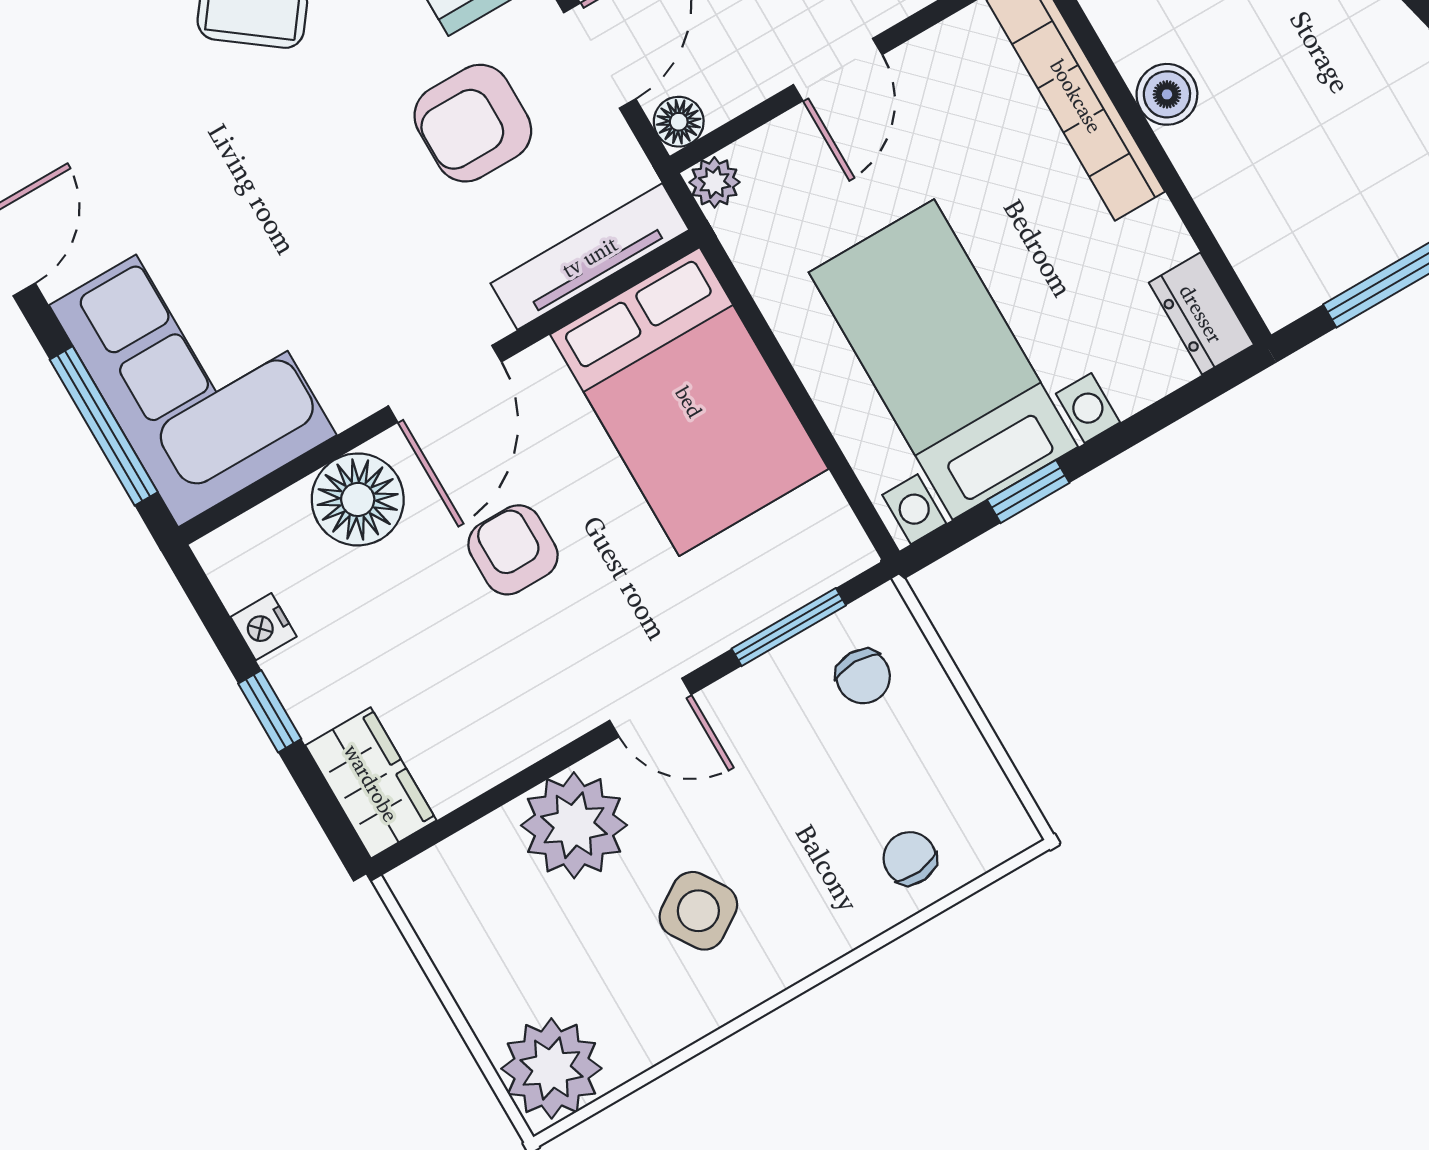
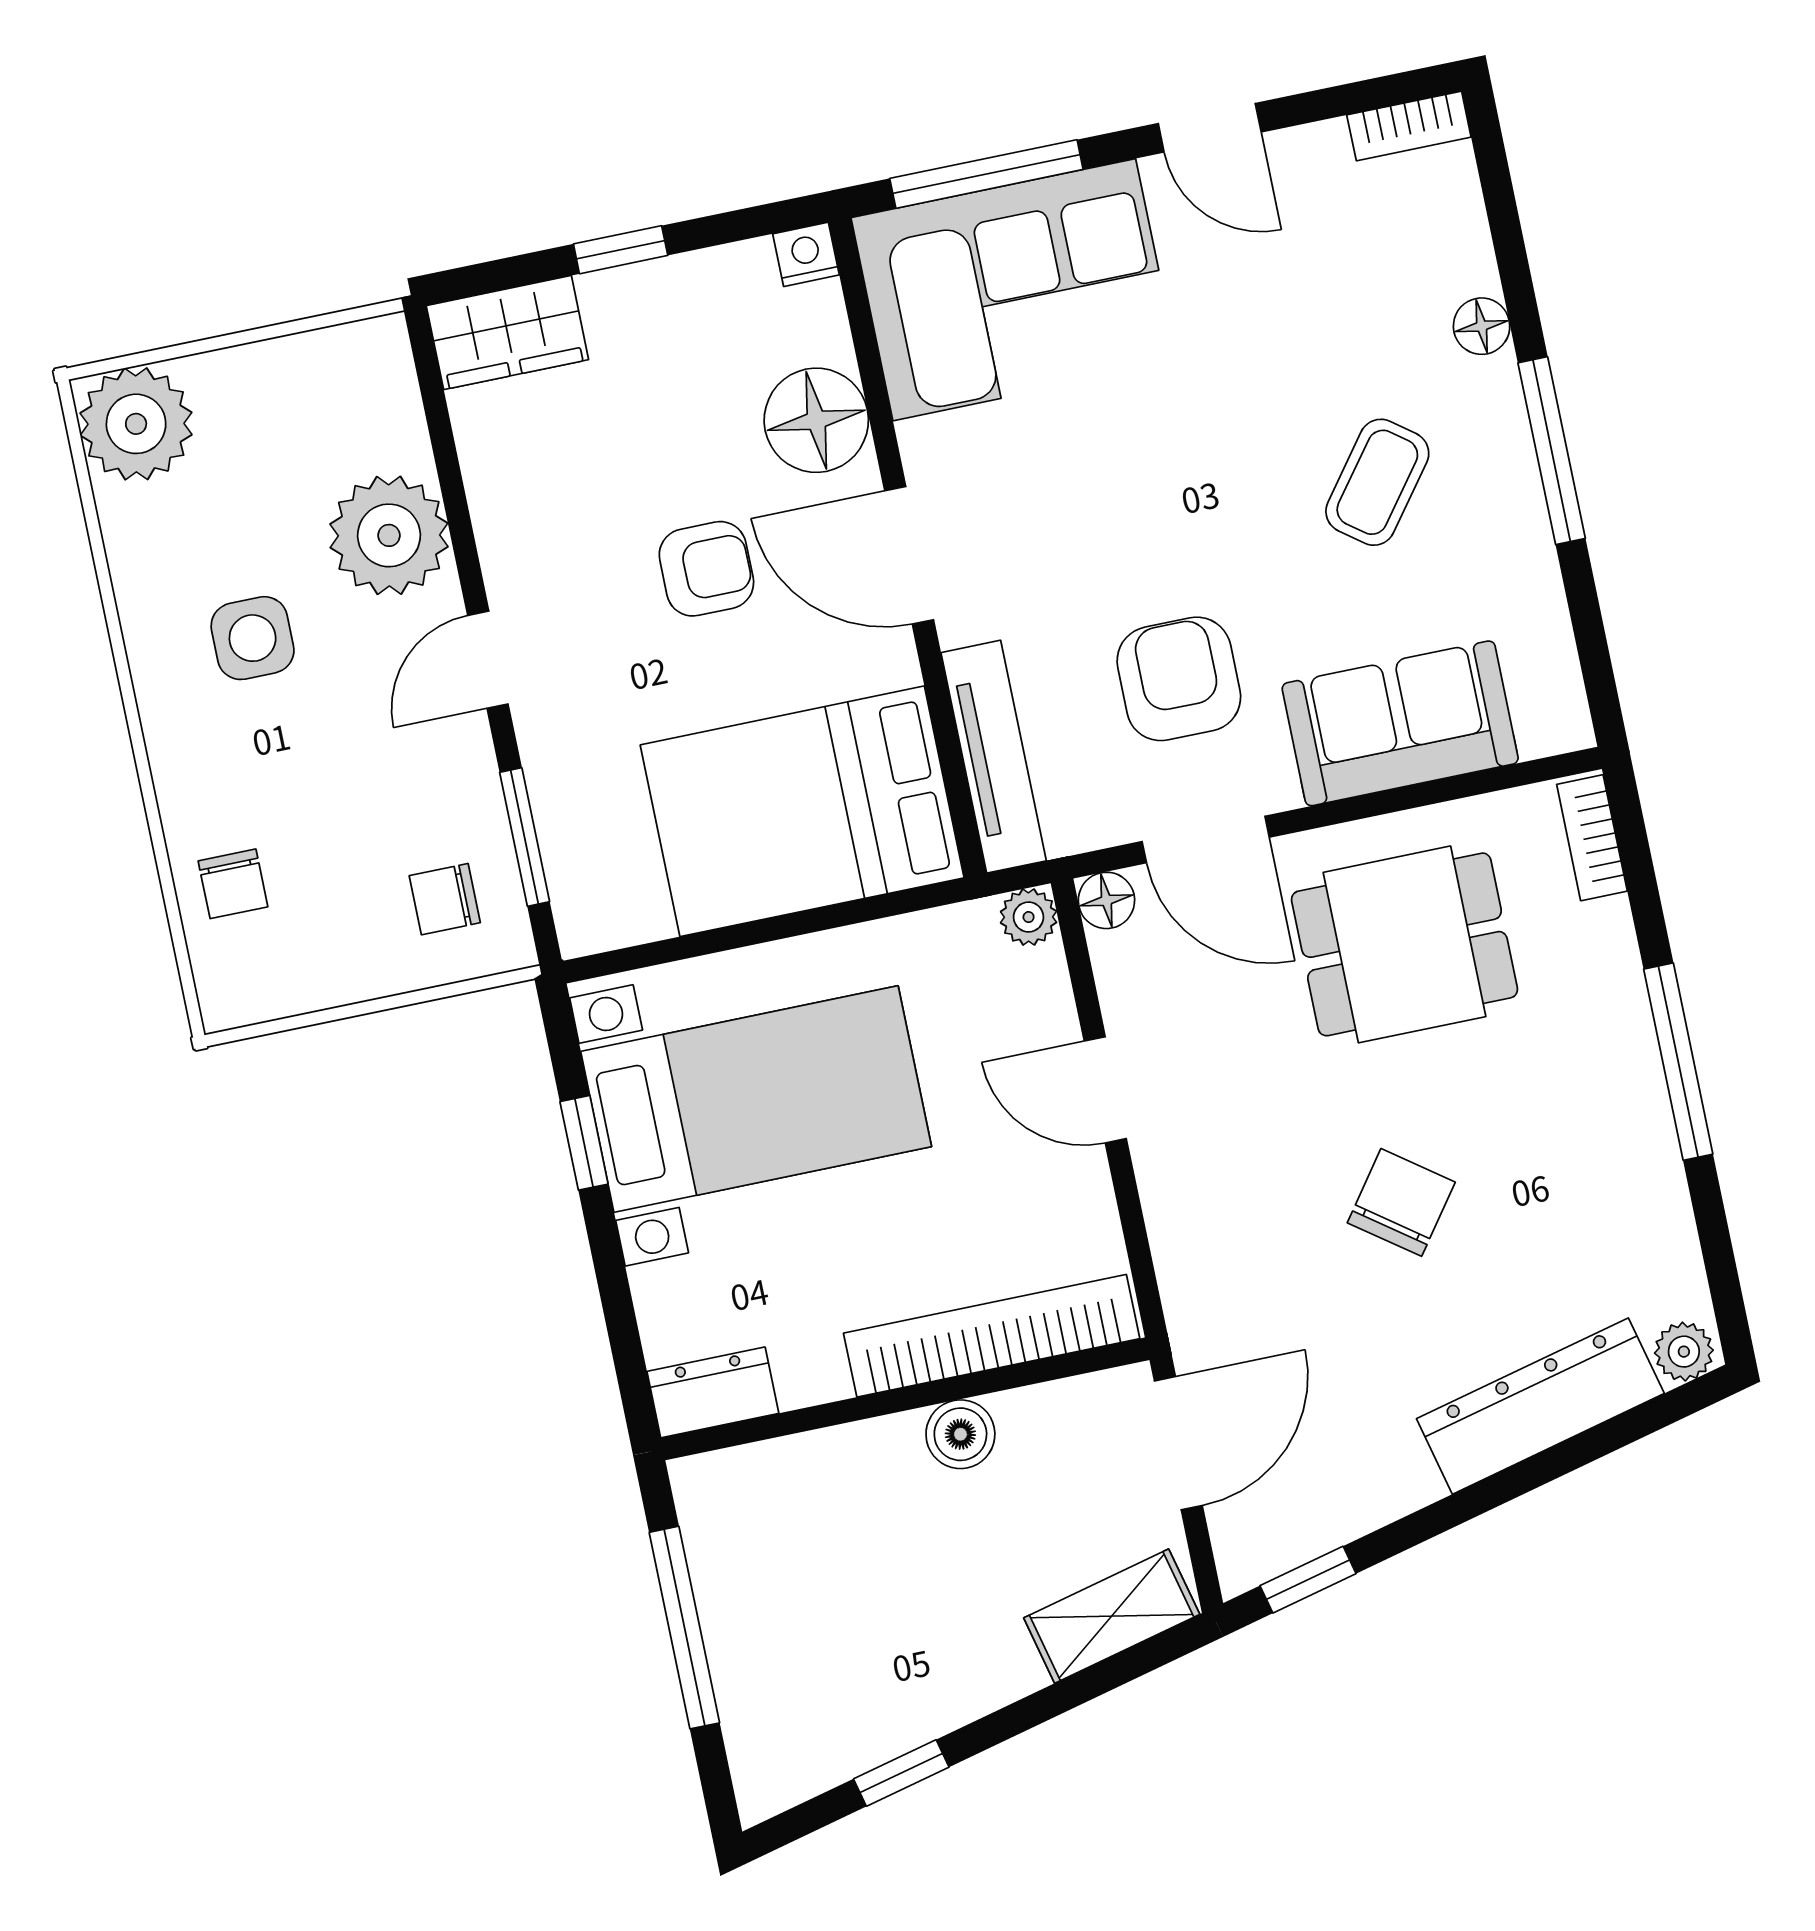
nightstand: (264, 627) -> (806, 254), moved
chair: (910, 858) -> (233, 884), turned 96
side table: (698, 911) -> (253, 638), turned 33

